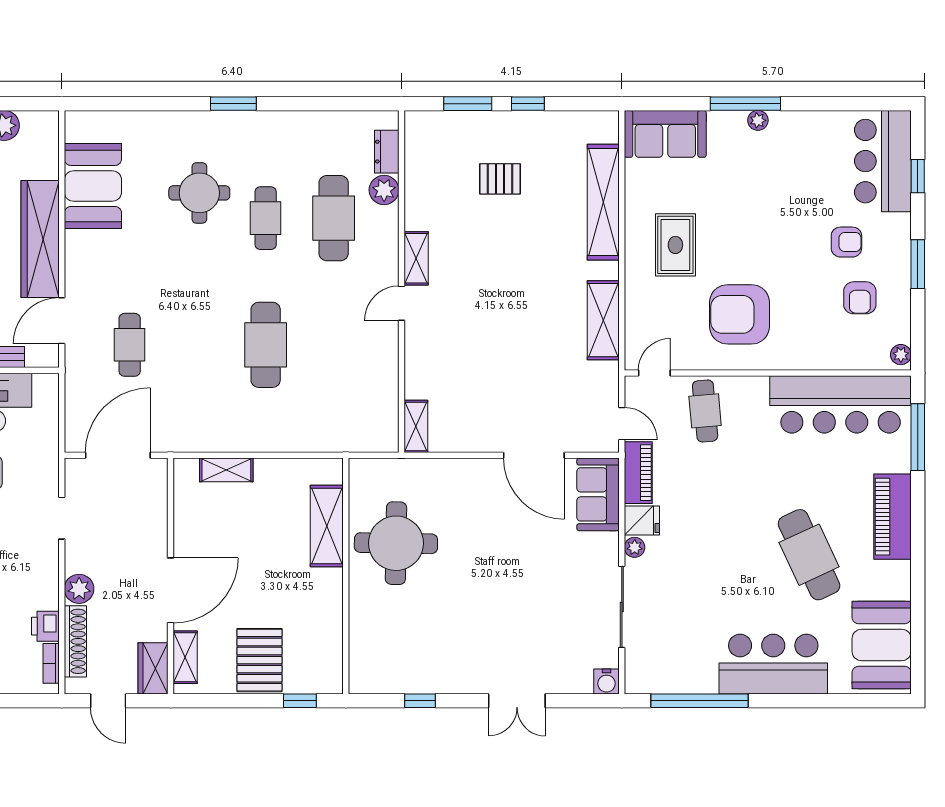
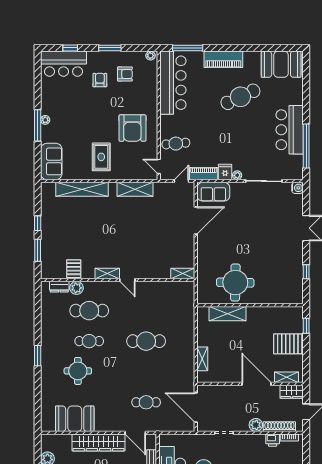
pallet: (500, 179) -> (74, 269), moved
rug: (675, 245) -> (101, 157), turned 90
bar counter: (773, 664) -> (290, 130), moved

